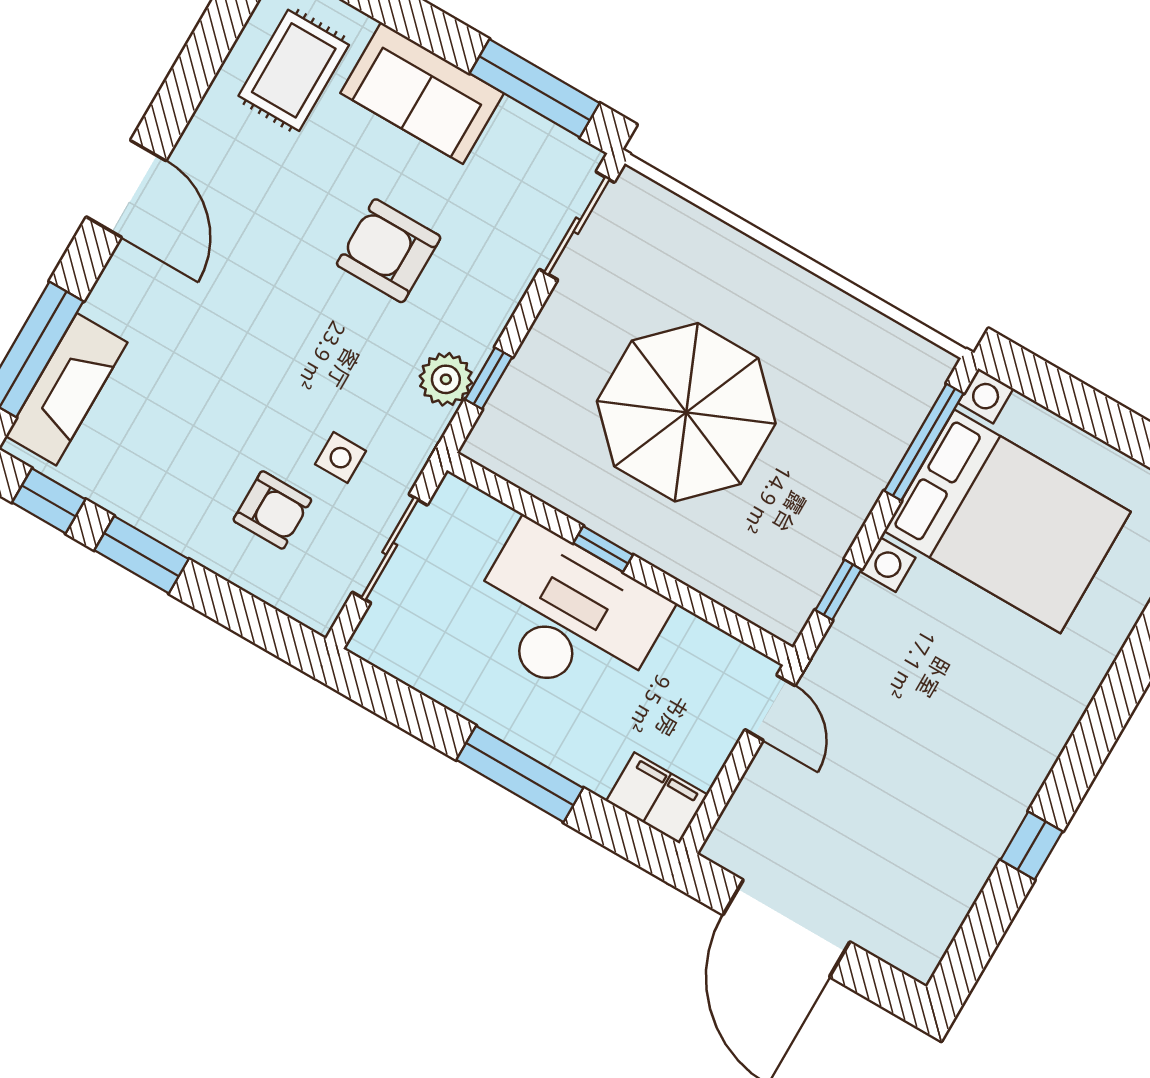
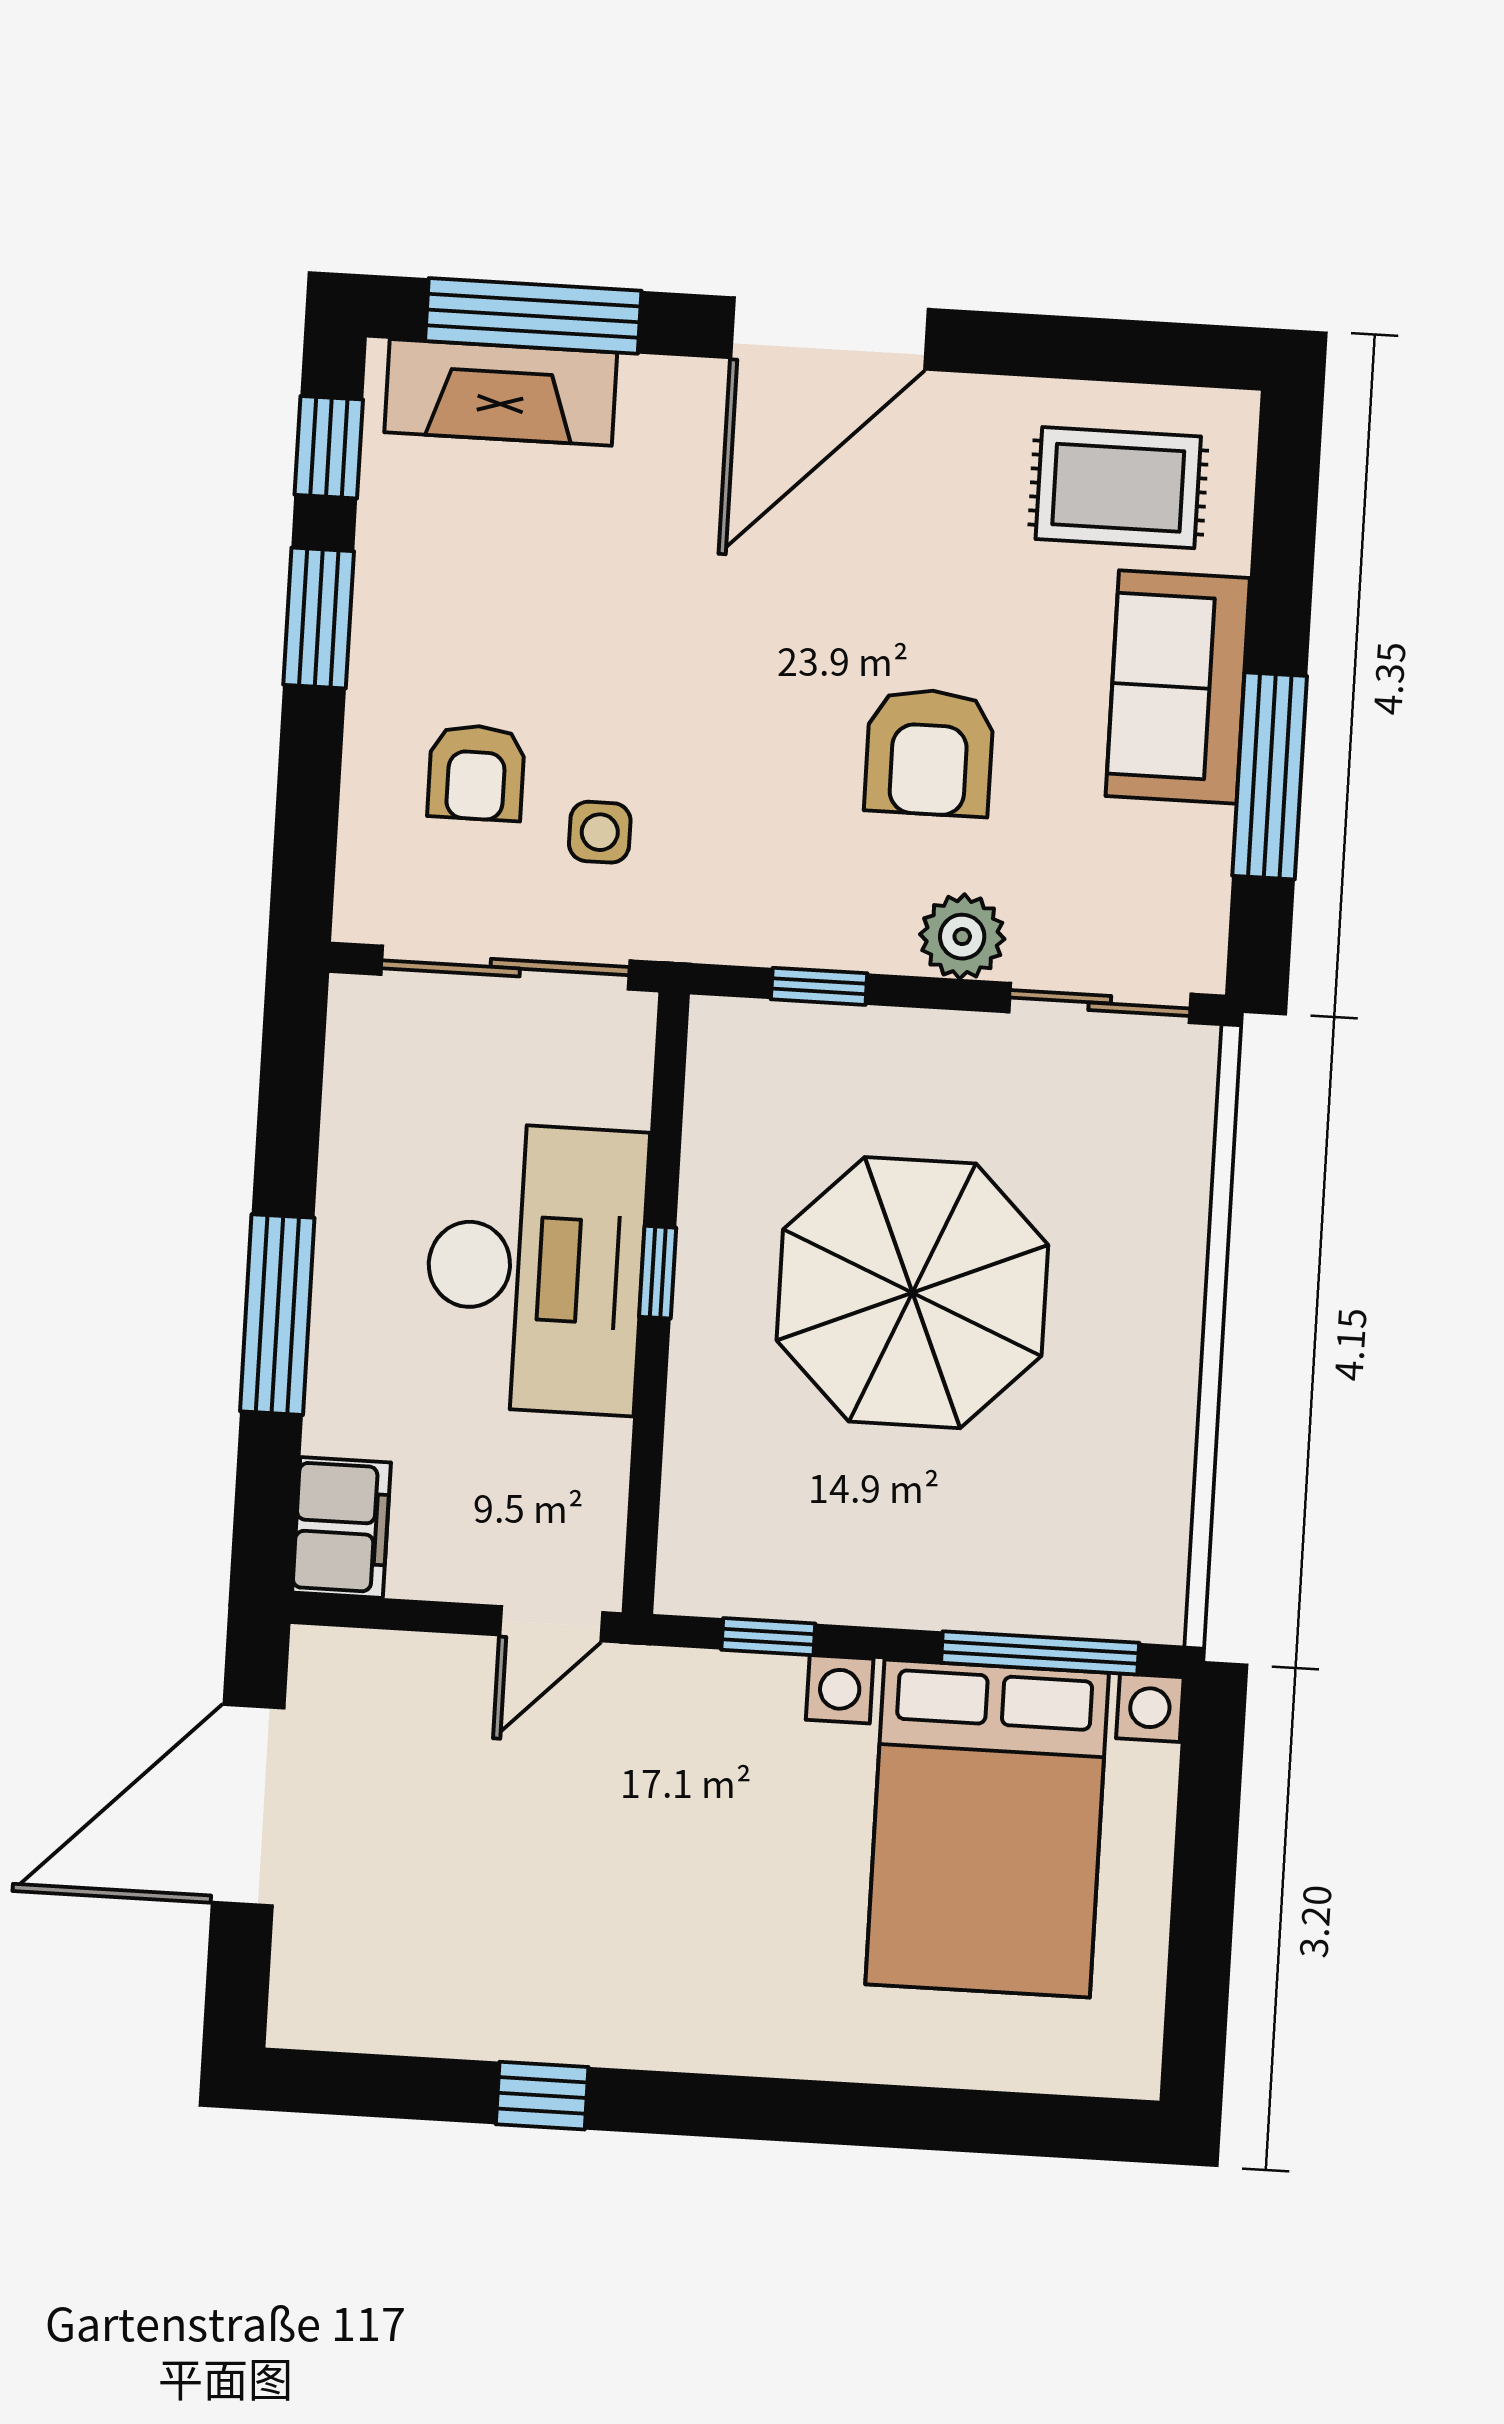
window: (535, 88) -> (1270, 776), moved
door: (126, 189) -> (829, 334), width x1.36
armchair: (389, 251) -> (929, 752), turned 180
plant: (446, 379) -> (962, 937), moved
sliding door: (390, 549) -> (505, 968), width x1.37

